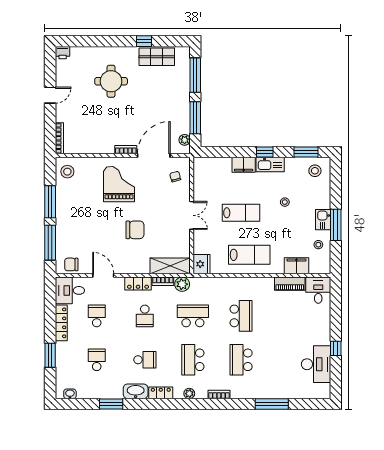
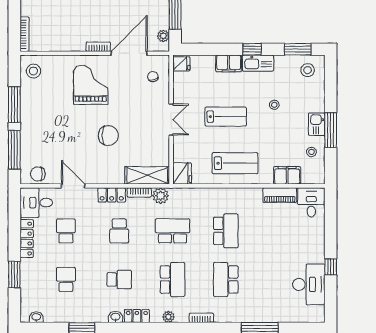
fridge: (201, 165) -> (181, 64), added
school desk: (193, 360) -> (173, 279), turned 180
washbasin: (136, 391) -> (115, 317), width x0.52, depth x0.69

